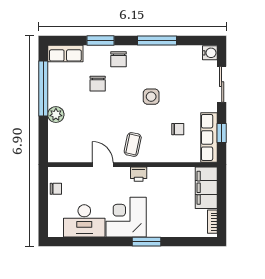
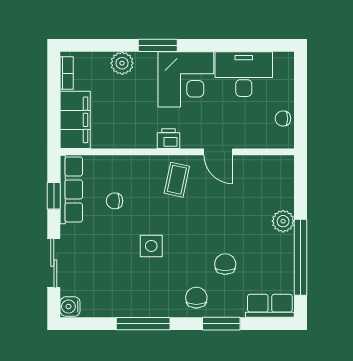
plant: (172, 229) -> (122, 63), added

